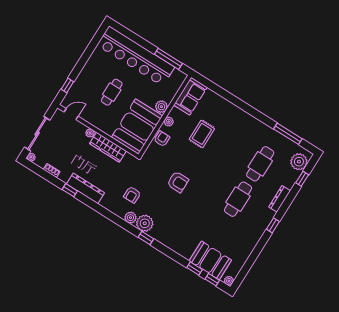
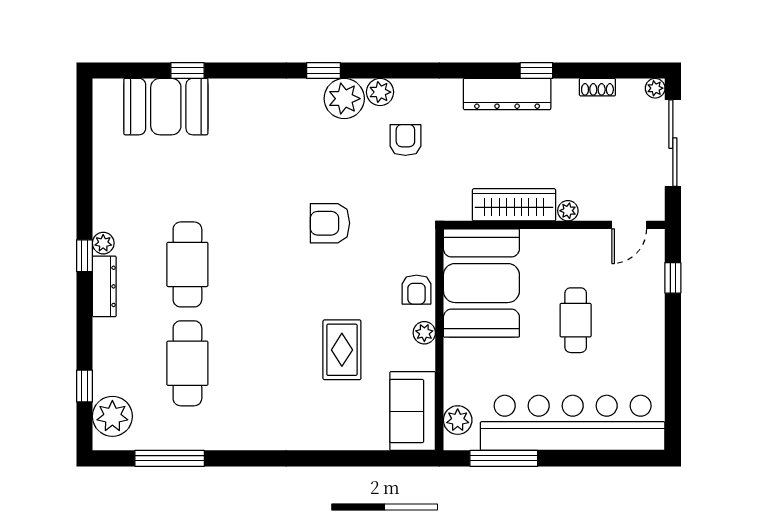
plant: (161, 107) -> (458, 420), moved
dresser: (280, 199) -> (104, 286), moved
window: (212, 280) -> (138, 70), removed
plant: (229, 281) -> (103, 243), moved

